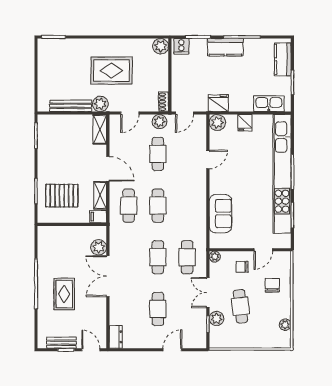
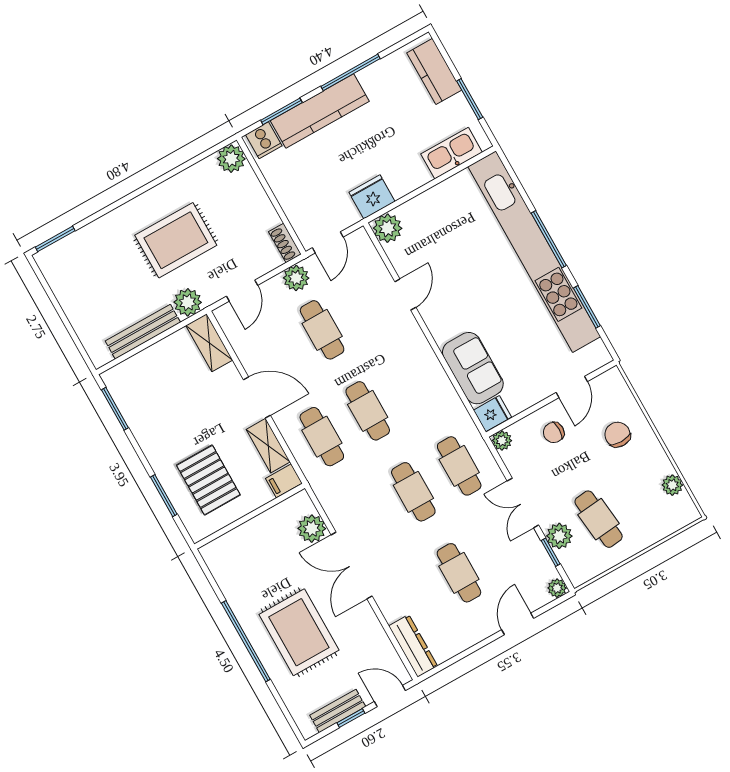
kitchen counter: (225, 47) -> (320, 111), width x1.50
fridge: (245, 123) -> (493, 414), moved, turned -90
pallet: (62, 196) -> (208, 480), turned 90
rug: (64, 294) -> (299, 632), width x1.36, depth x1.43
cafe table: (240, 306) -> (599, 519), moved
dresser: (116, 337) -> (413, 646), width x1.44
plant: (201, 343) -> (557, 588), added

